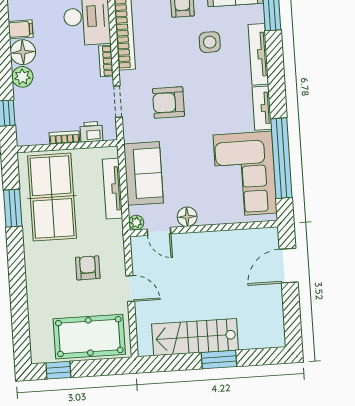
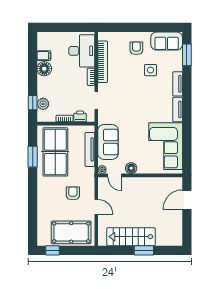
tv unit: (258, 54) -> (178, 84), width x0.71
plant: (22, 77) -> (43, 104), moved
armchair: (169, 102) -> (125, 103), removed
window: (281, 158) -> (187, 138), removed

